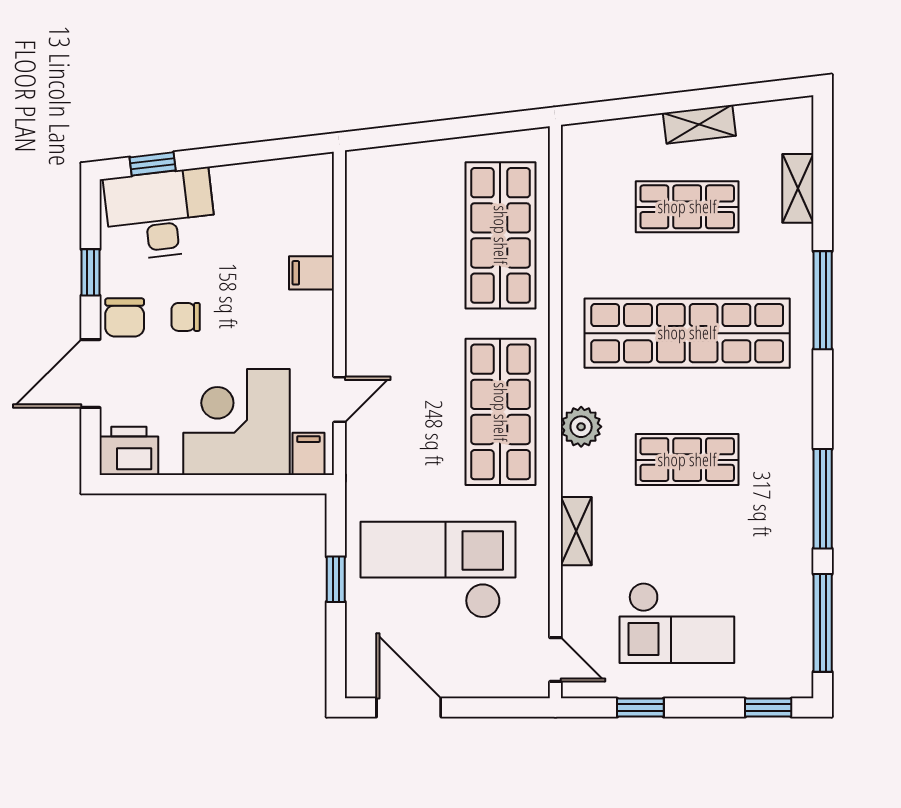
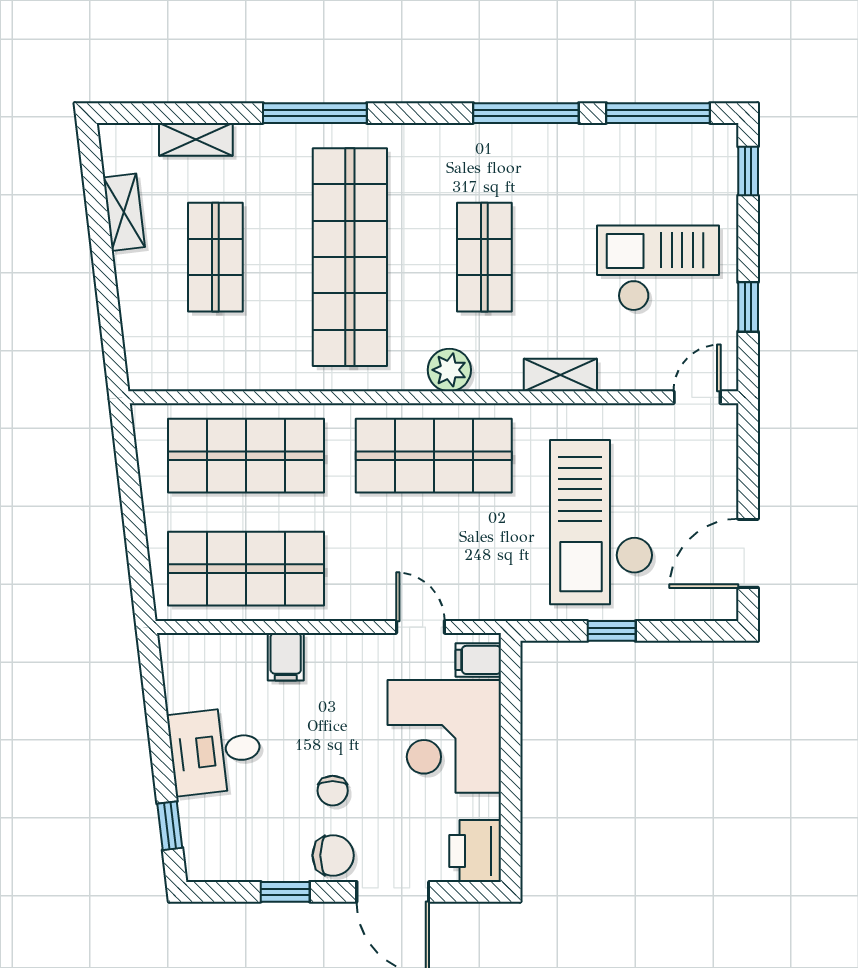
shelving: (699, 124) -> (124, 212), moved
desk: (160, 214) -> (215, 751), moved, width x0.73
shop shelf: (394, 235) -> (246, 569), added
checkout: (677, 623) -> (658, 268), turned -90

